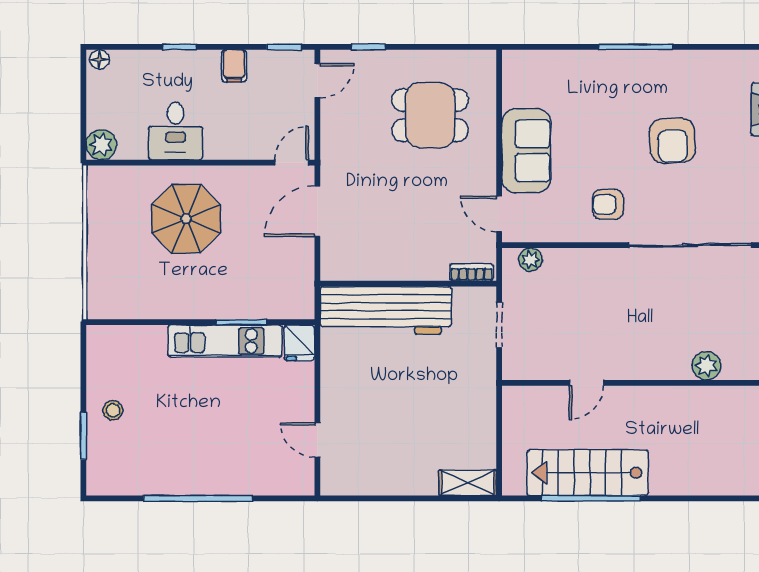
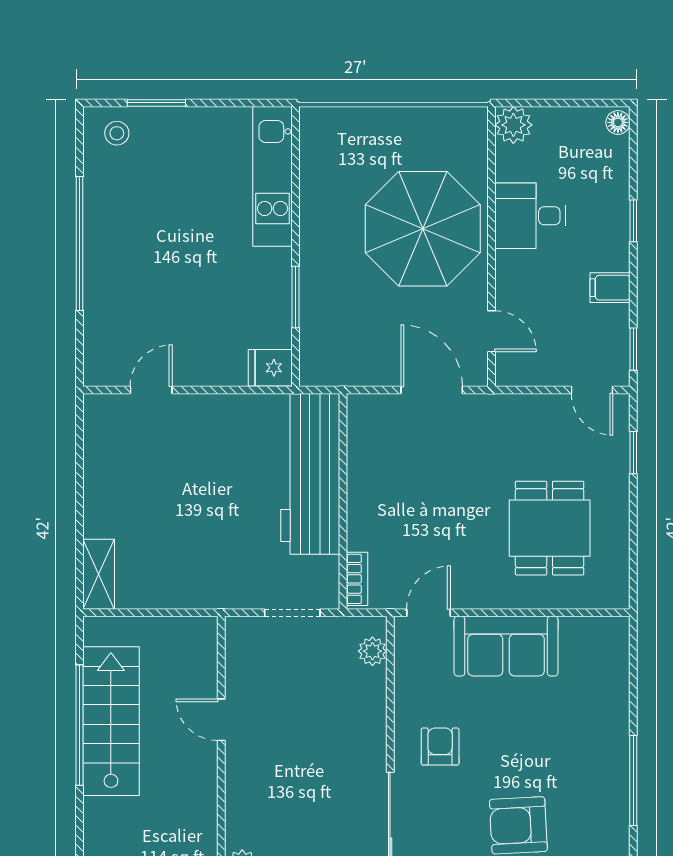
door: (292, 163) -> (491, 331), moved
parasol: (186, 219) -> (423, 229), width x1.36, depth x1.36
kitchen unit: (225, 341) -> (273, 176), moved
stool: (113, 410) -> (117, 133), moved

